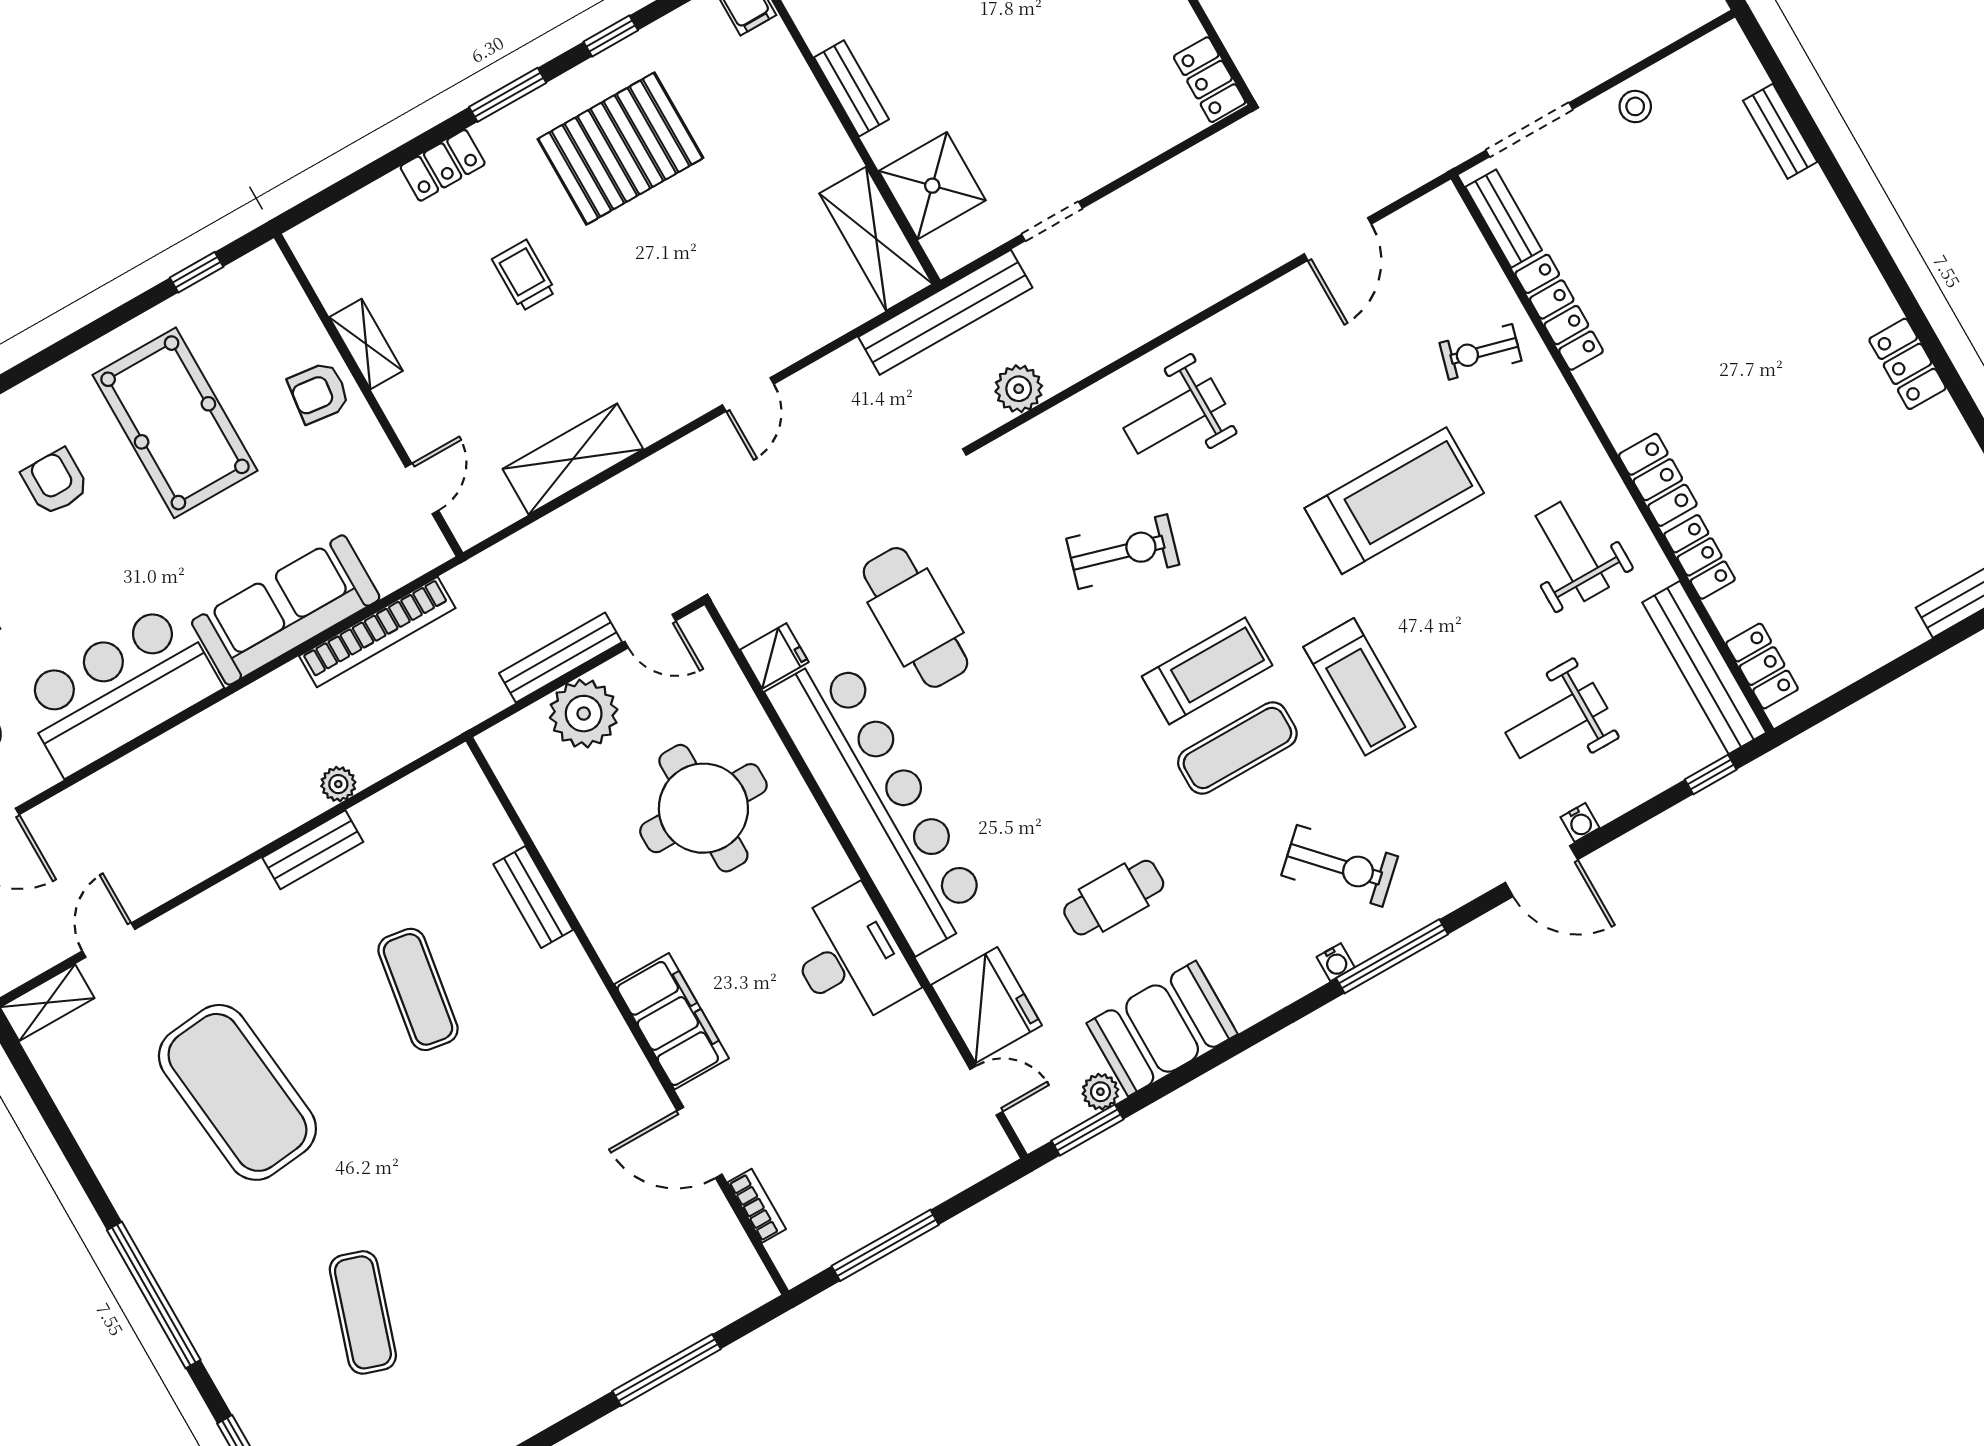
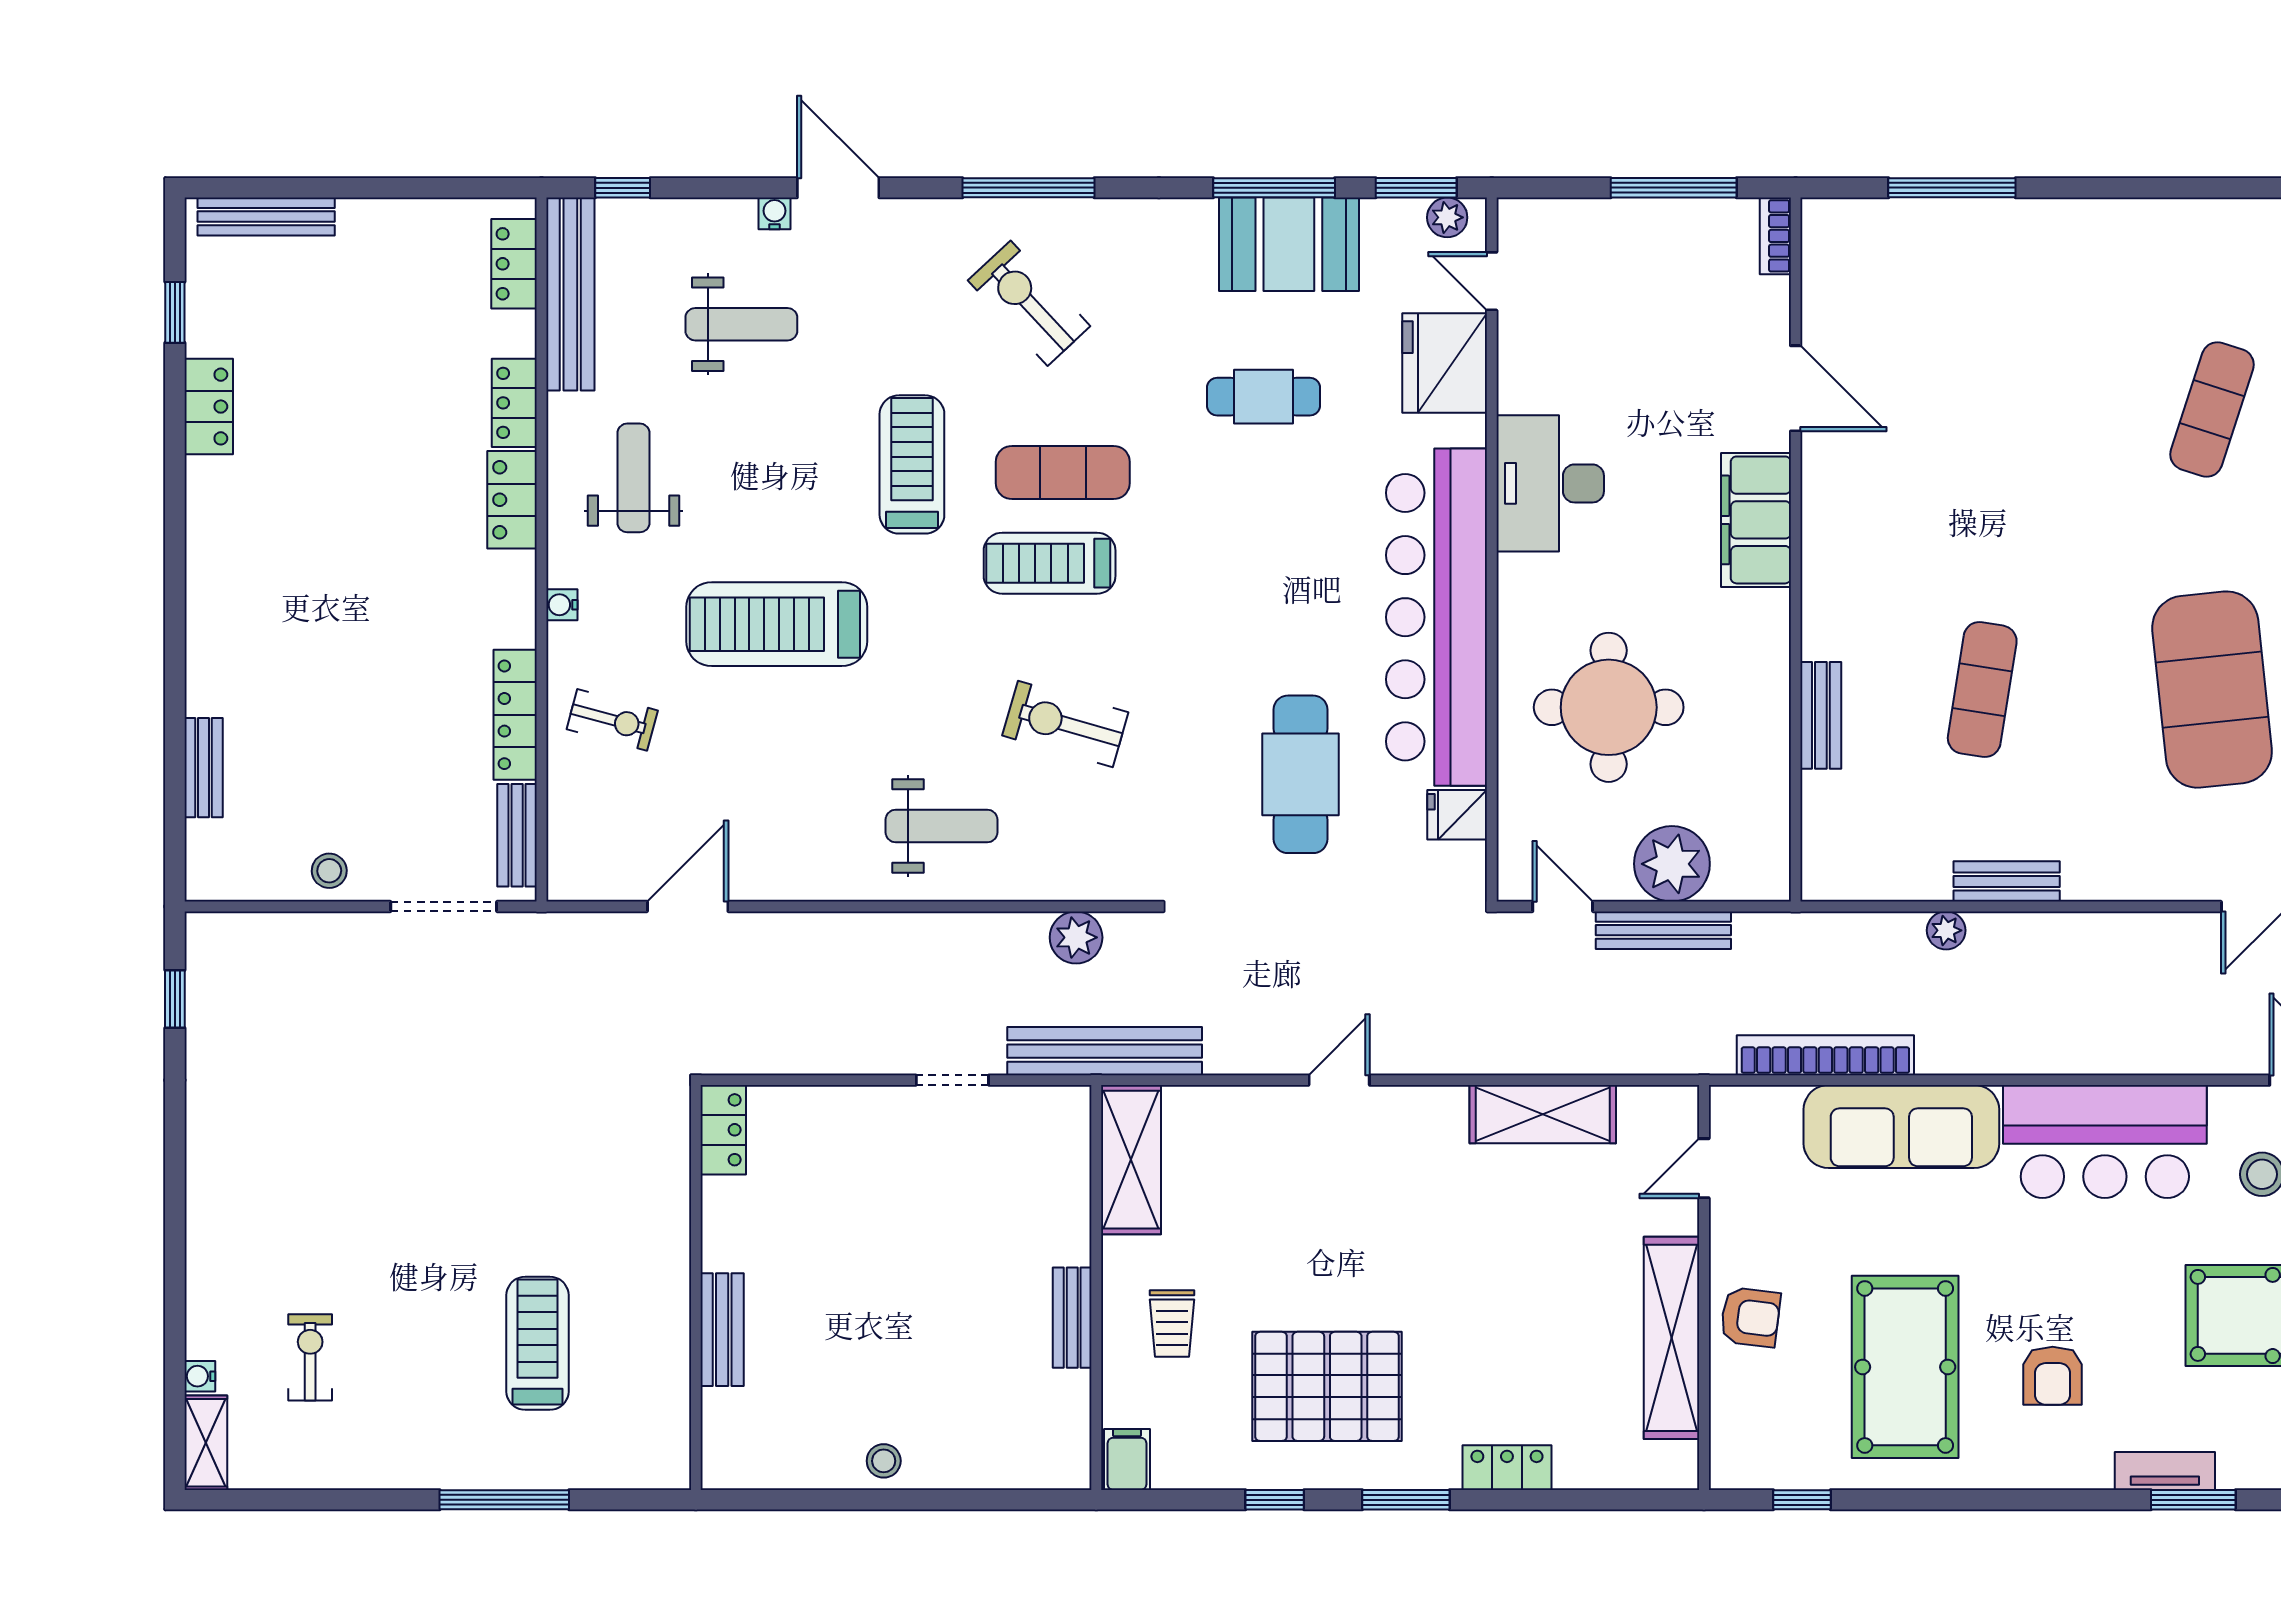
shower: (932, 186) -> (1048, 1180), removed
trolley: (524, 276) -> (1172, 1324), moved
shelving: (366, 344) -> (1672, 1338), width x2.20, depth x1.33
locker: (1907, 364) -> (209, 407), moved
weight bench: (1572, 551) -> (634, 478), turned 180
water cooler: (1336, 962) -> (562, 605), moved, turned -90
window: (1199, 1066) -> (1274, 188), added
plant: (1100, 1092) -> (1447, 217), moved
bookcase: (757, 1206) -> (1775, 236), moved

